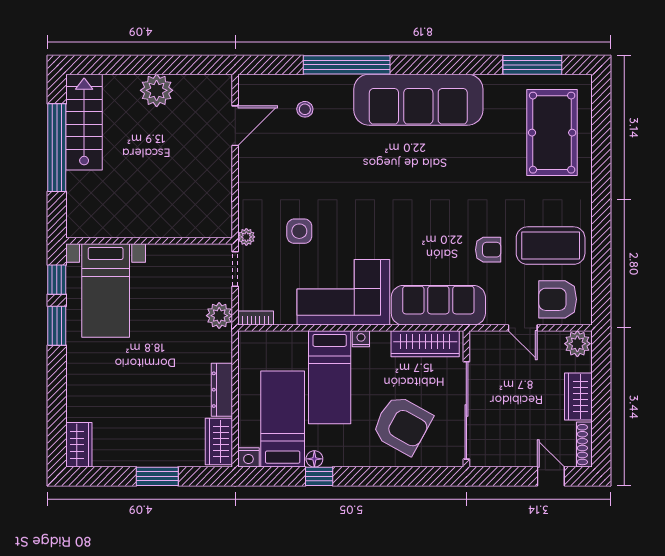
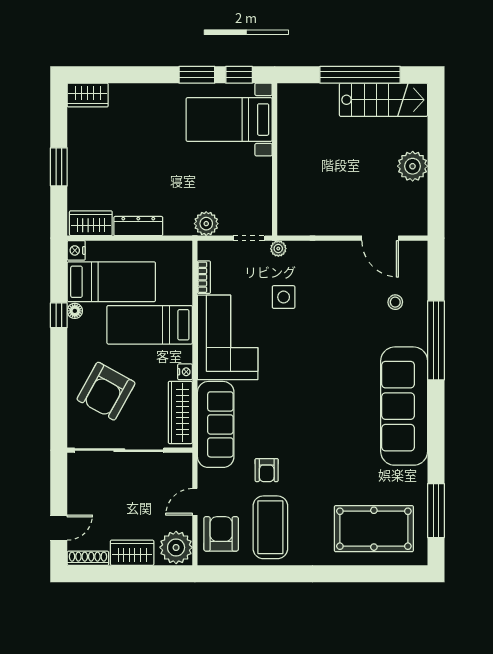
bookcase: (256, 318) -> (204, 277), moved
nightstand: (361, 339) -> (185, 372), moved
plant: (577, 344) -> (176, 547), width x1.36, depth x1.36

